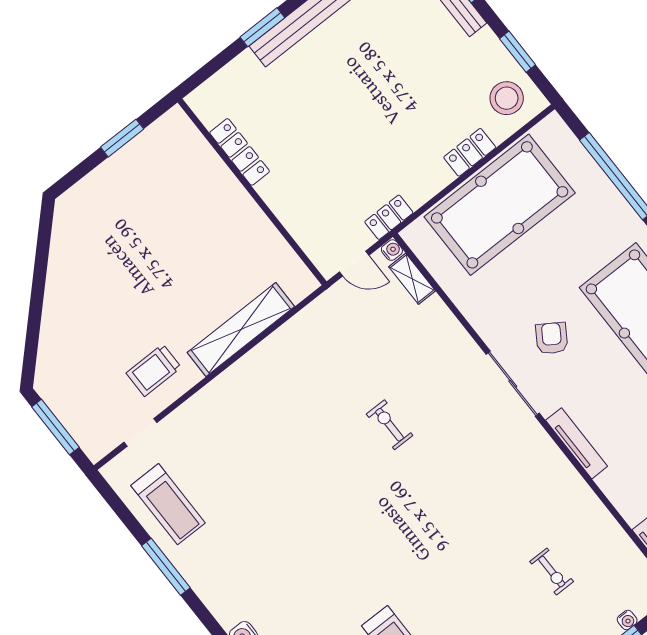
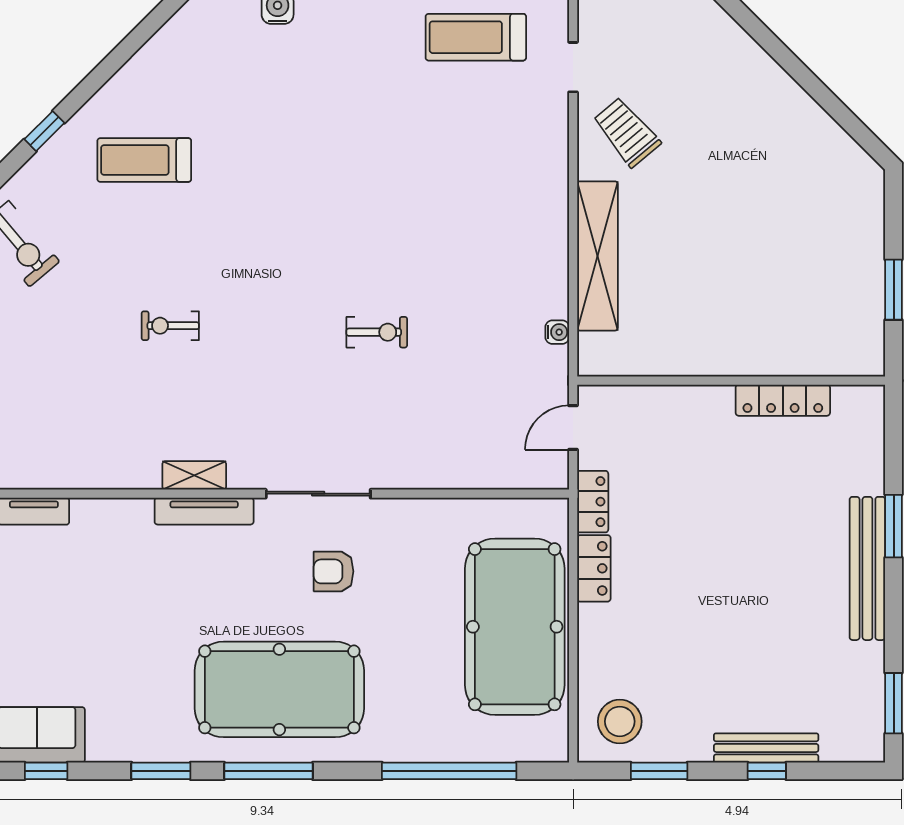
locker: (470, 152) -> (594, 568), moved
water cooler: (392, 250) -> (557, 332), moved, turned -90
shelving: (412, 279) -> (194, 475), moved
armchair: (552, 338) -> (334, 571), turned 147
trolley: (154, 370) -> (627, 132), turned -40
exercise bike: (552, 572) -> (170, 326), moved

